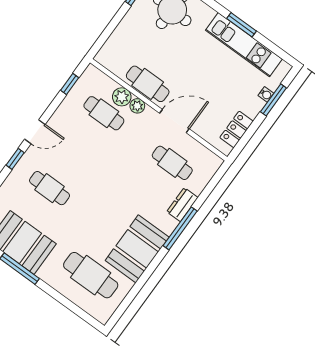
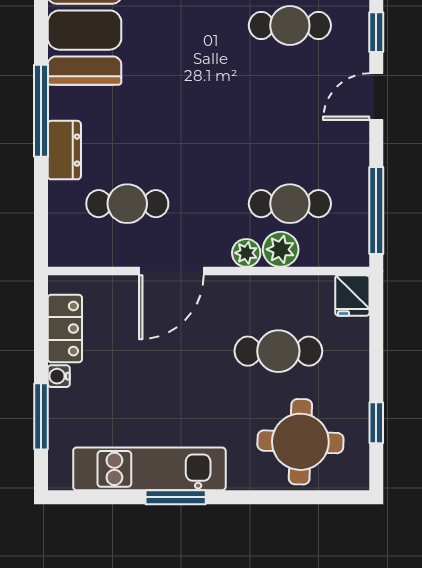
fridge: (106, 56) -> (352, 296), added
window: (70, 84) -> (376, 210), width x2.17
cafe table: (148, 84) -> (278, 351), moved
water cooler: (266, 94) -> (59, 376), moved

